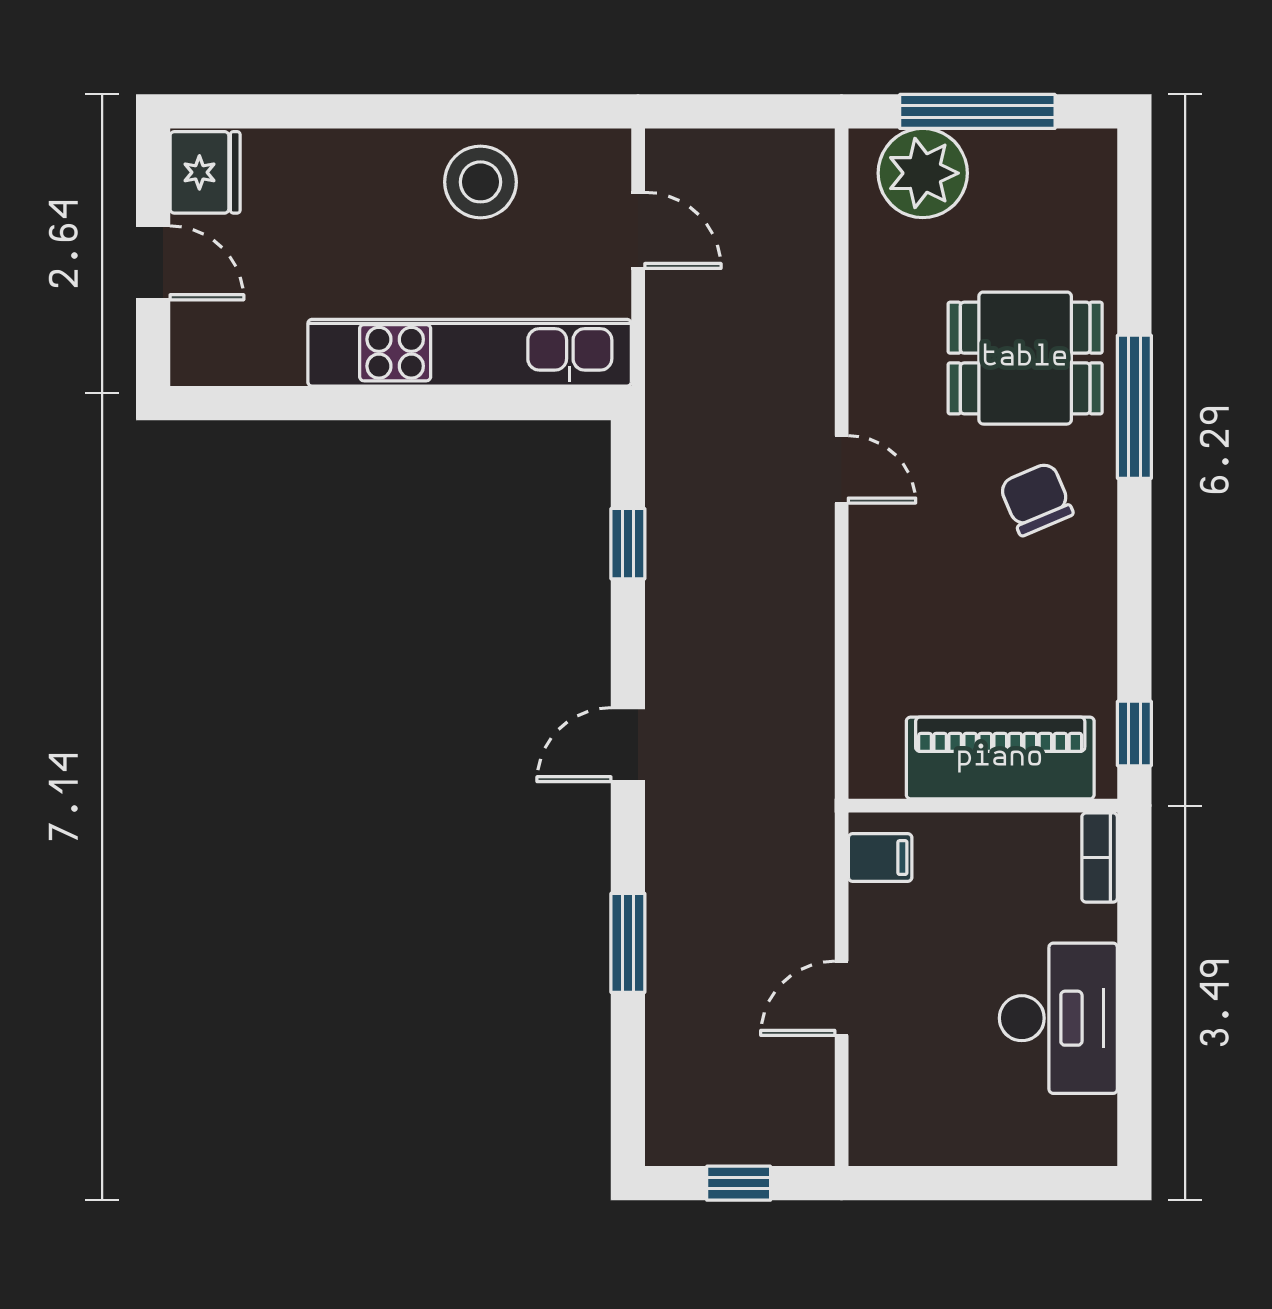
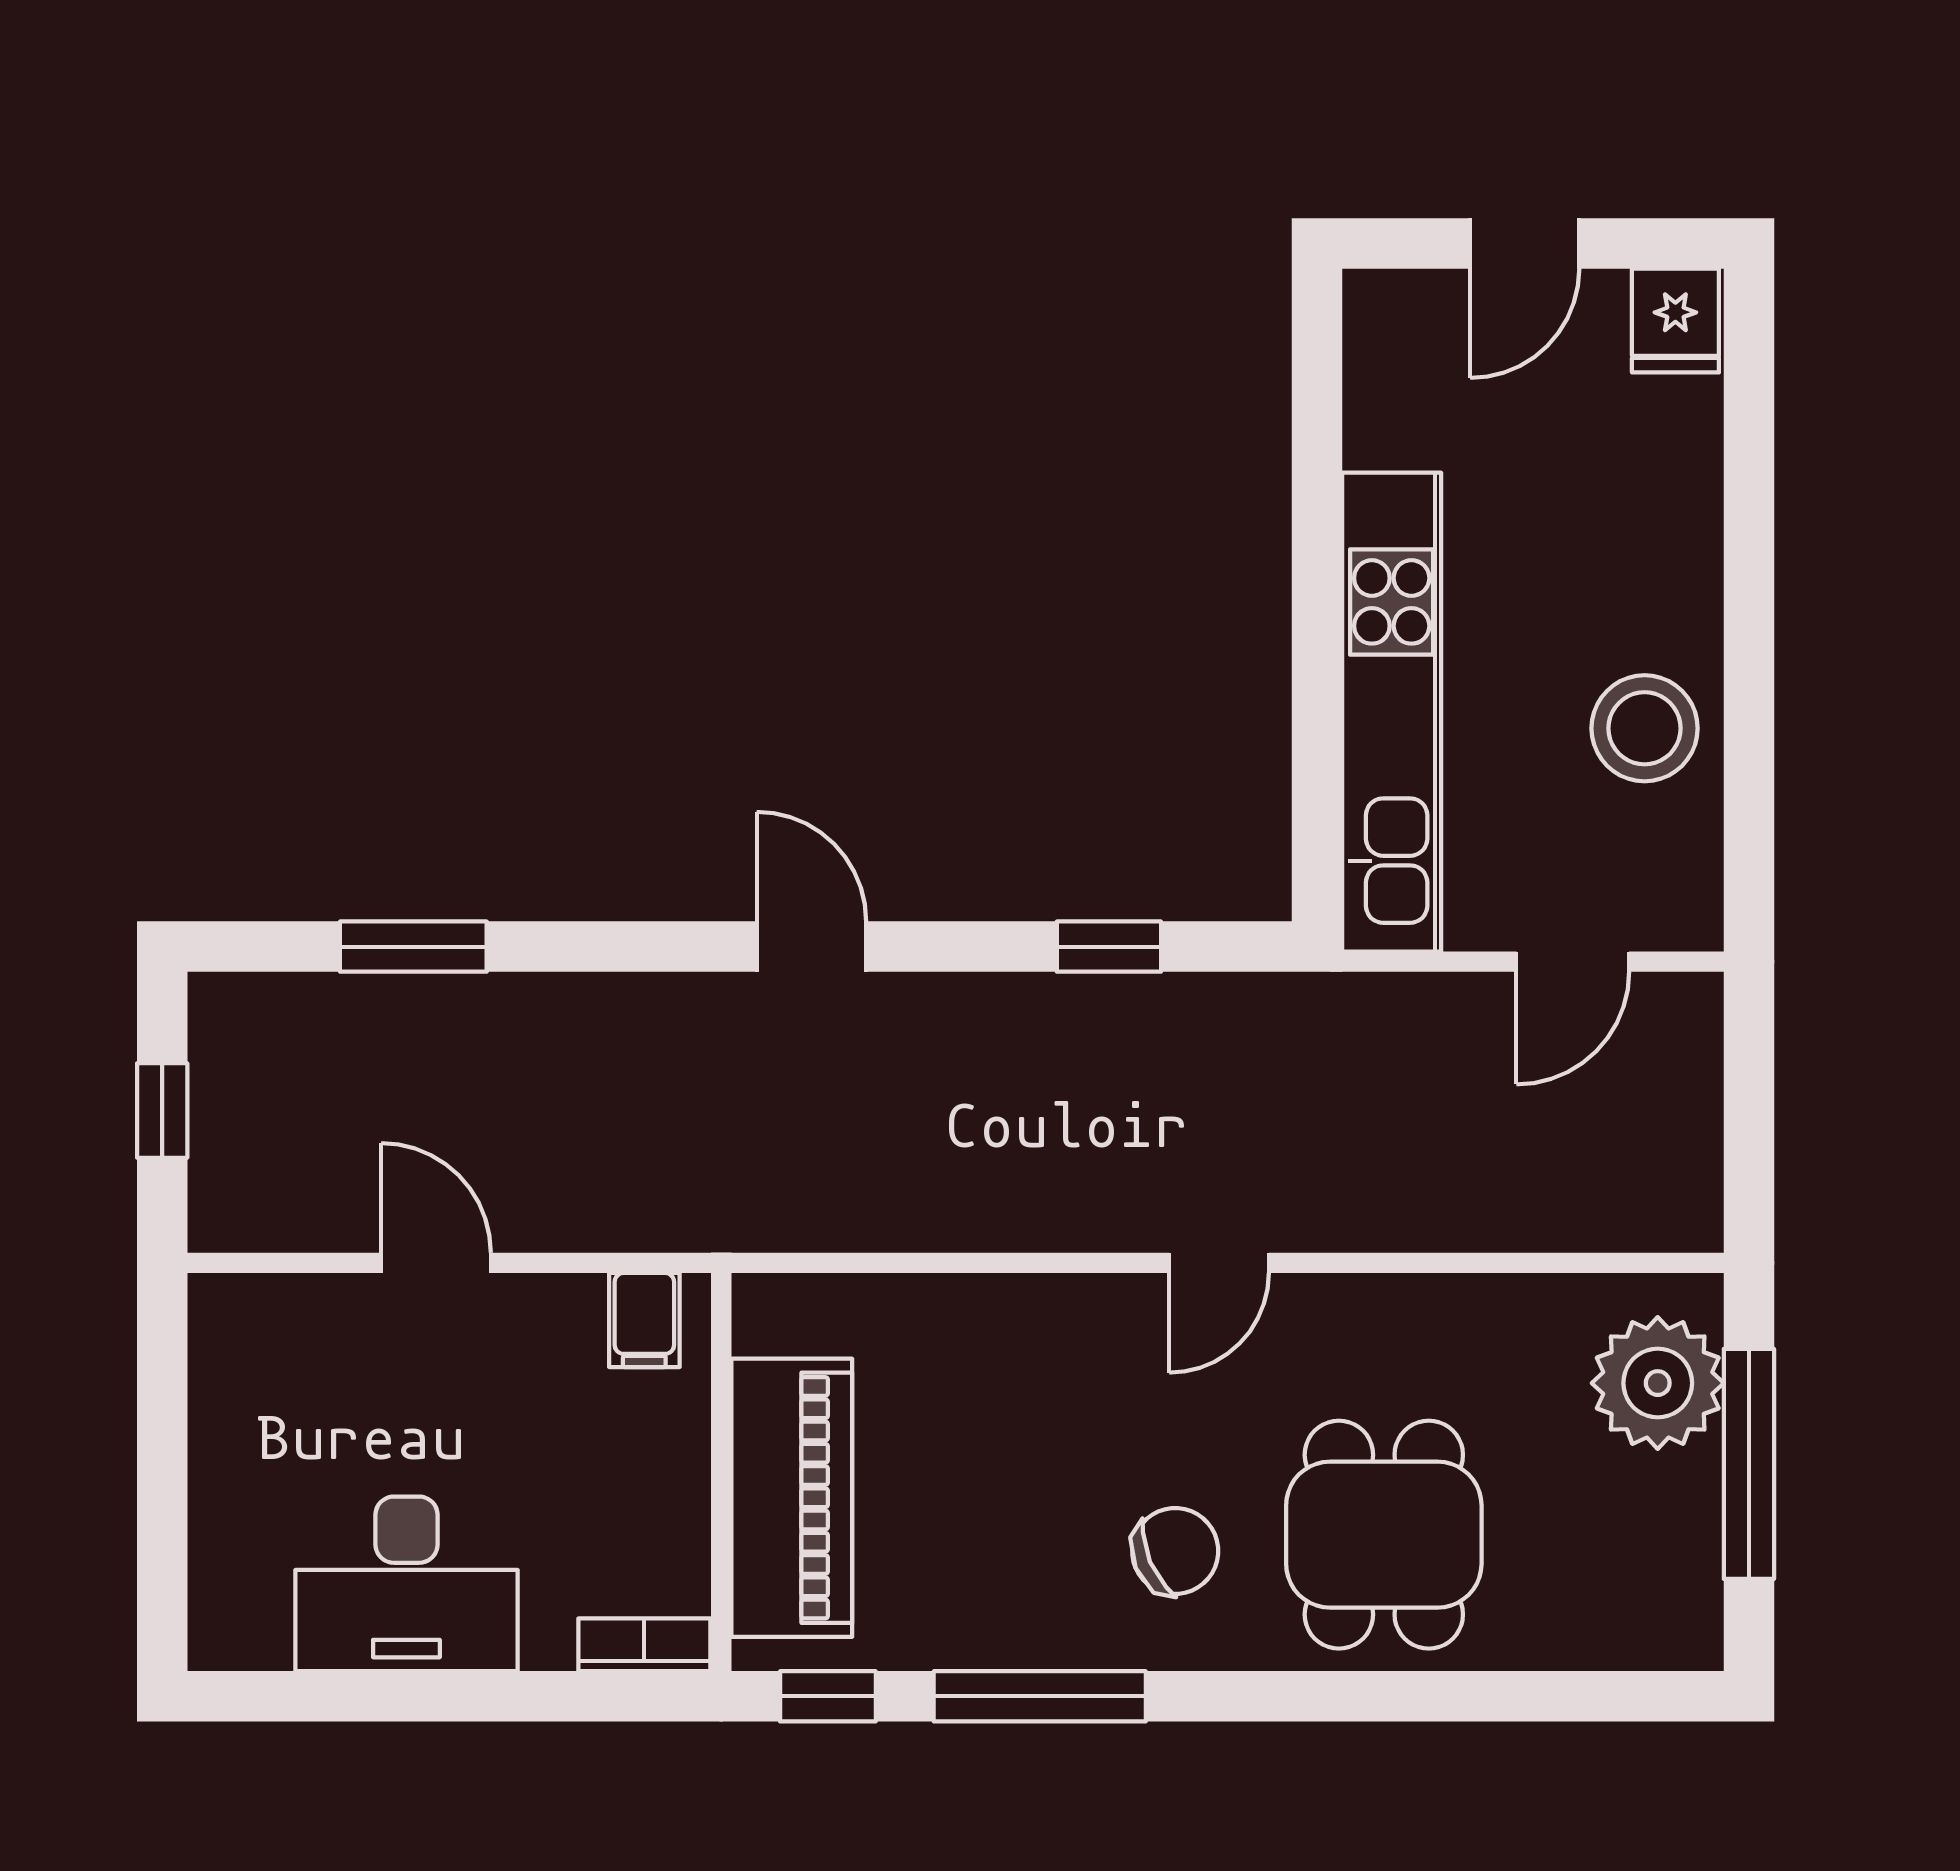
fridge: (205, 172) -> (1675, 321), width x0.72
window: (1134, 407) -> (1040, 1696), moved
window: (628, 943) -> (413, 947), moved

